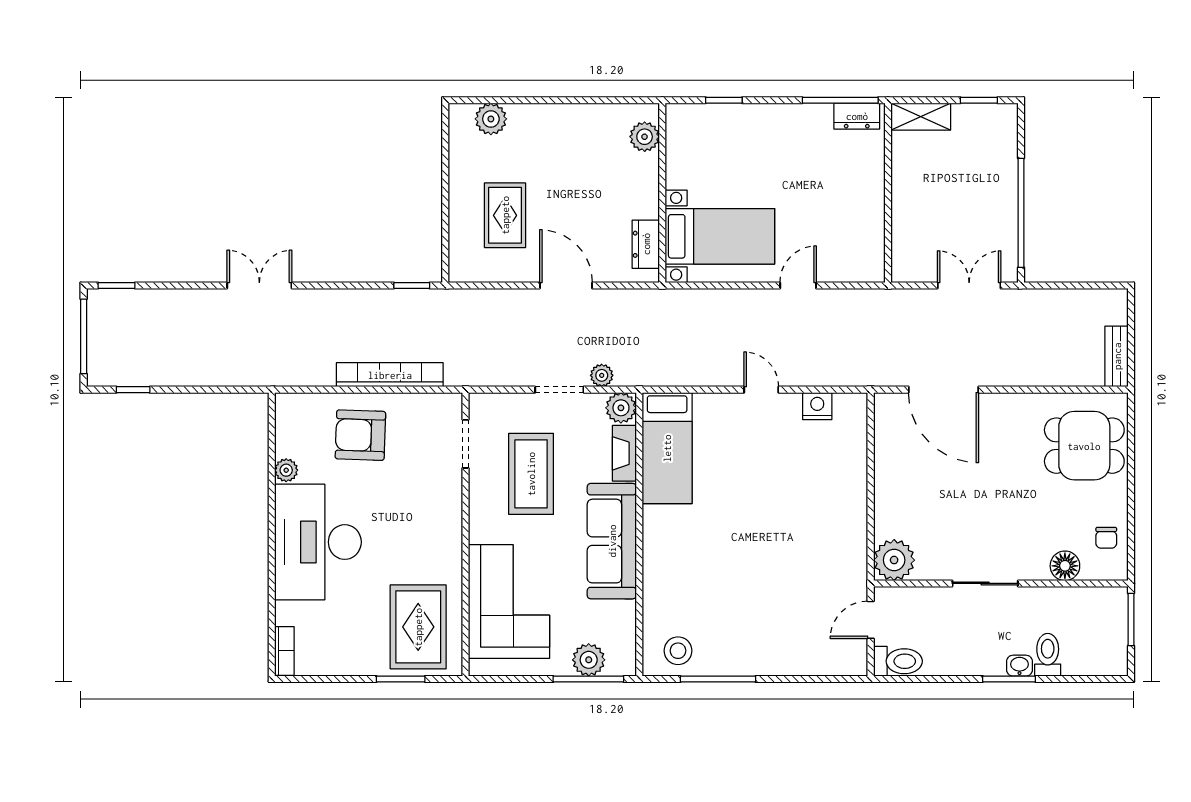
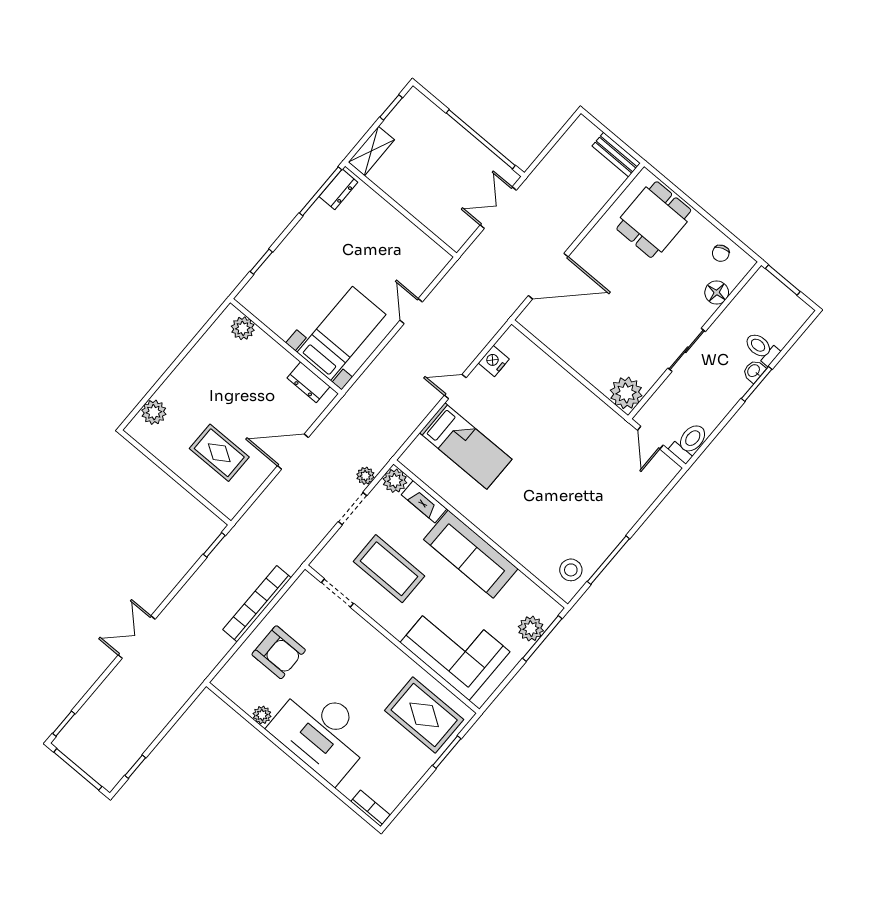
armchair: (360, 435) -> (279, 652), turned -92
bed: (667, 448) -> (466, 446), moved
chair: (1106, 538) -> (721, 253), turned 70

